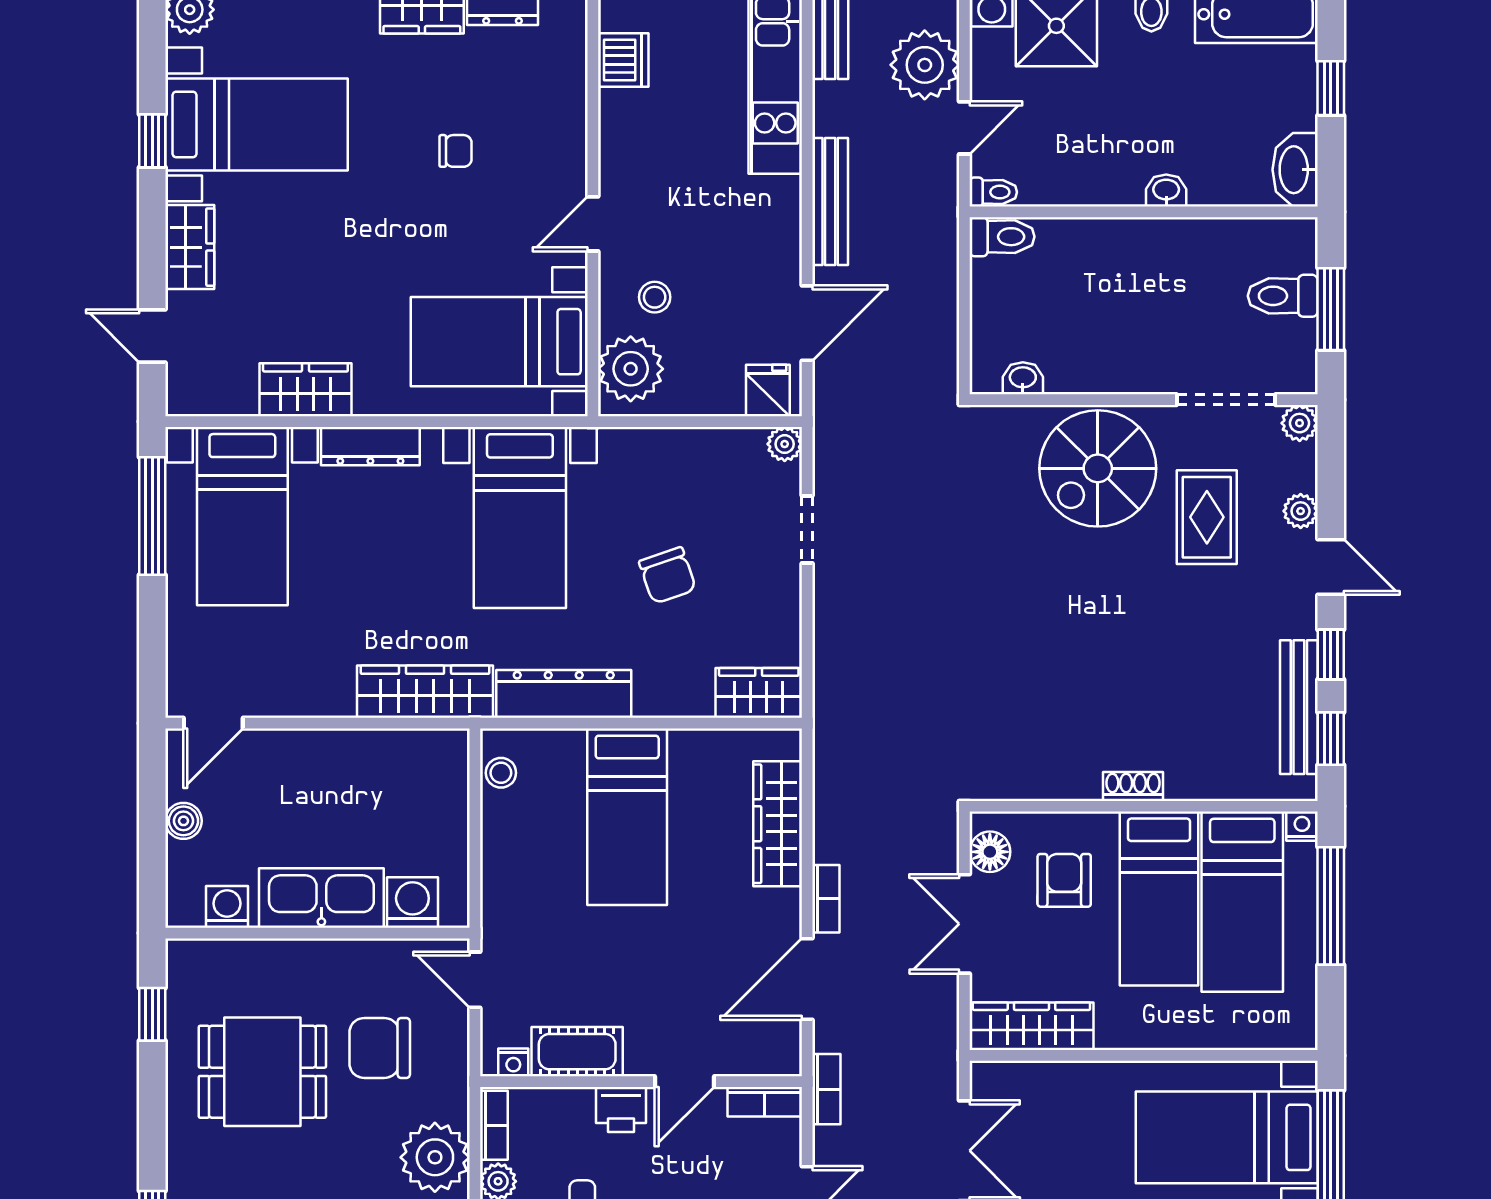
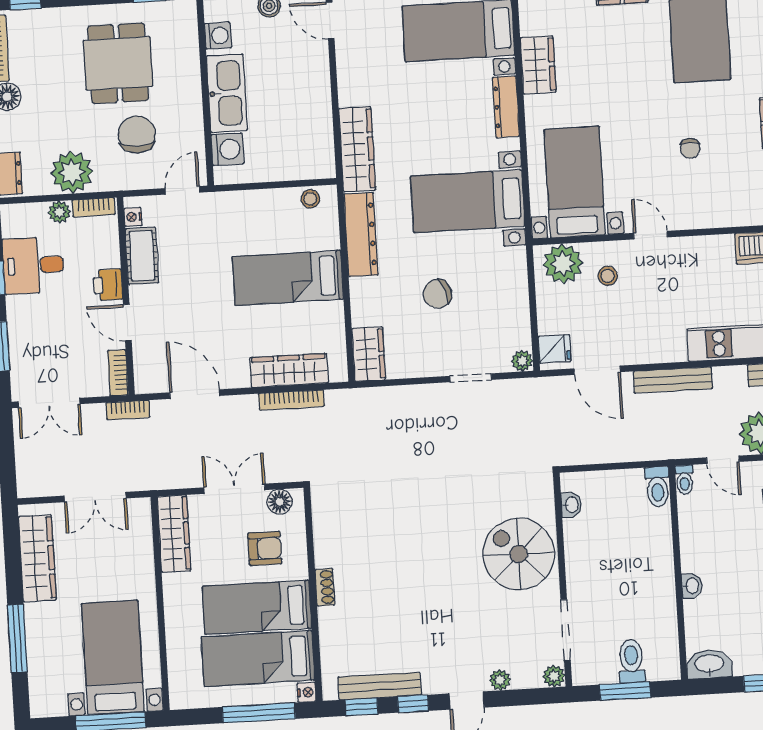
rug: (1207, 517) -> (493, 623), removed
bookcase: (826, 899) -> (291, 400), moved, width x1.56

